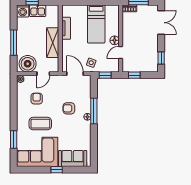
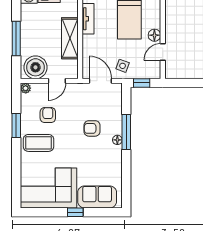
window: (134, 75) -> (182, 83), removed
coffee table: (40, 124) -> (38, 143), moved
window: (14, 139) -> (16, 125), moved

